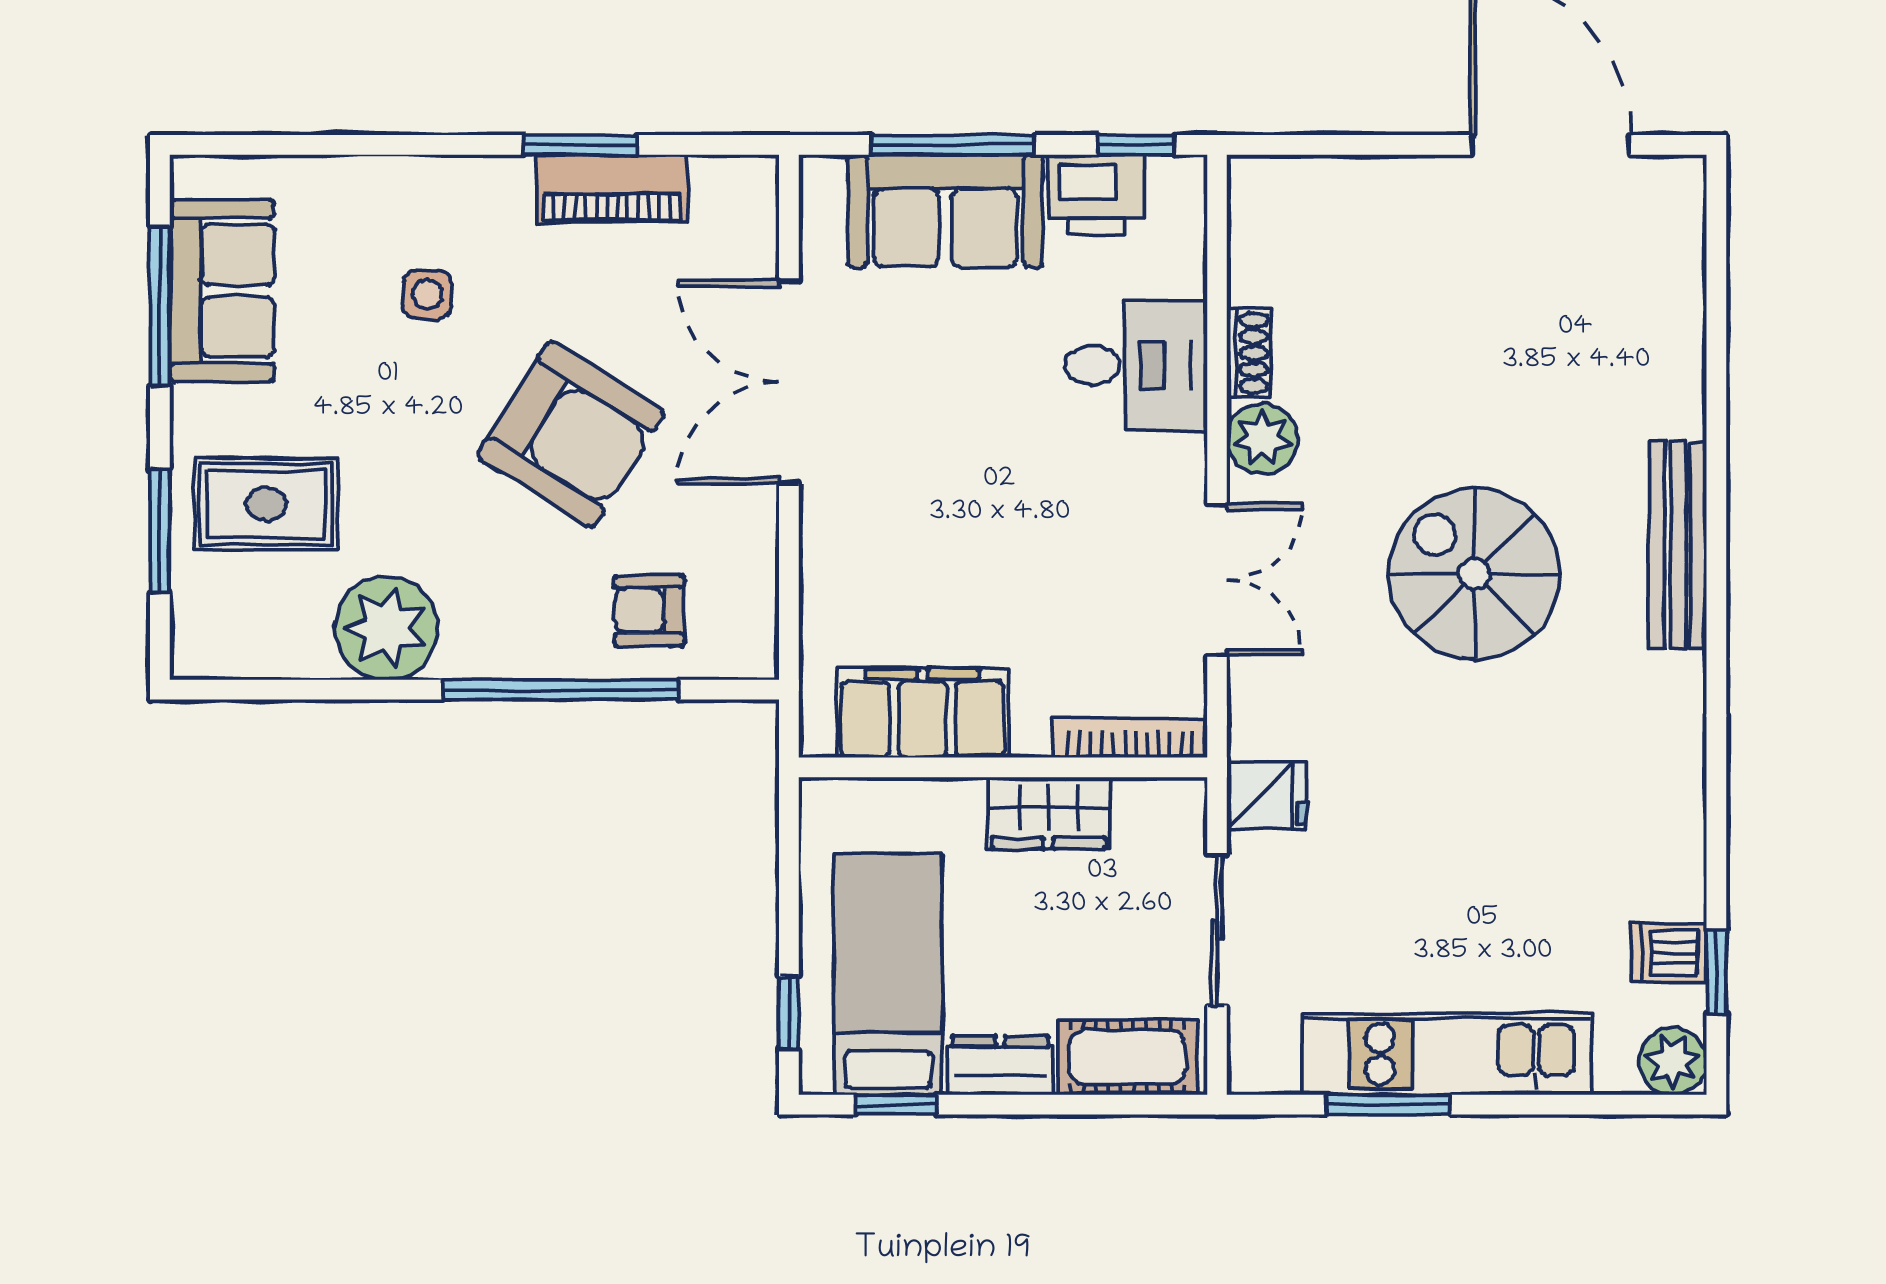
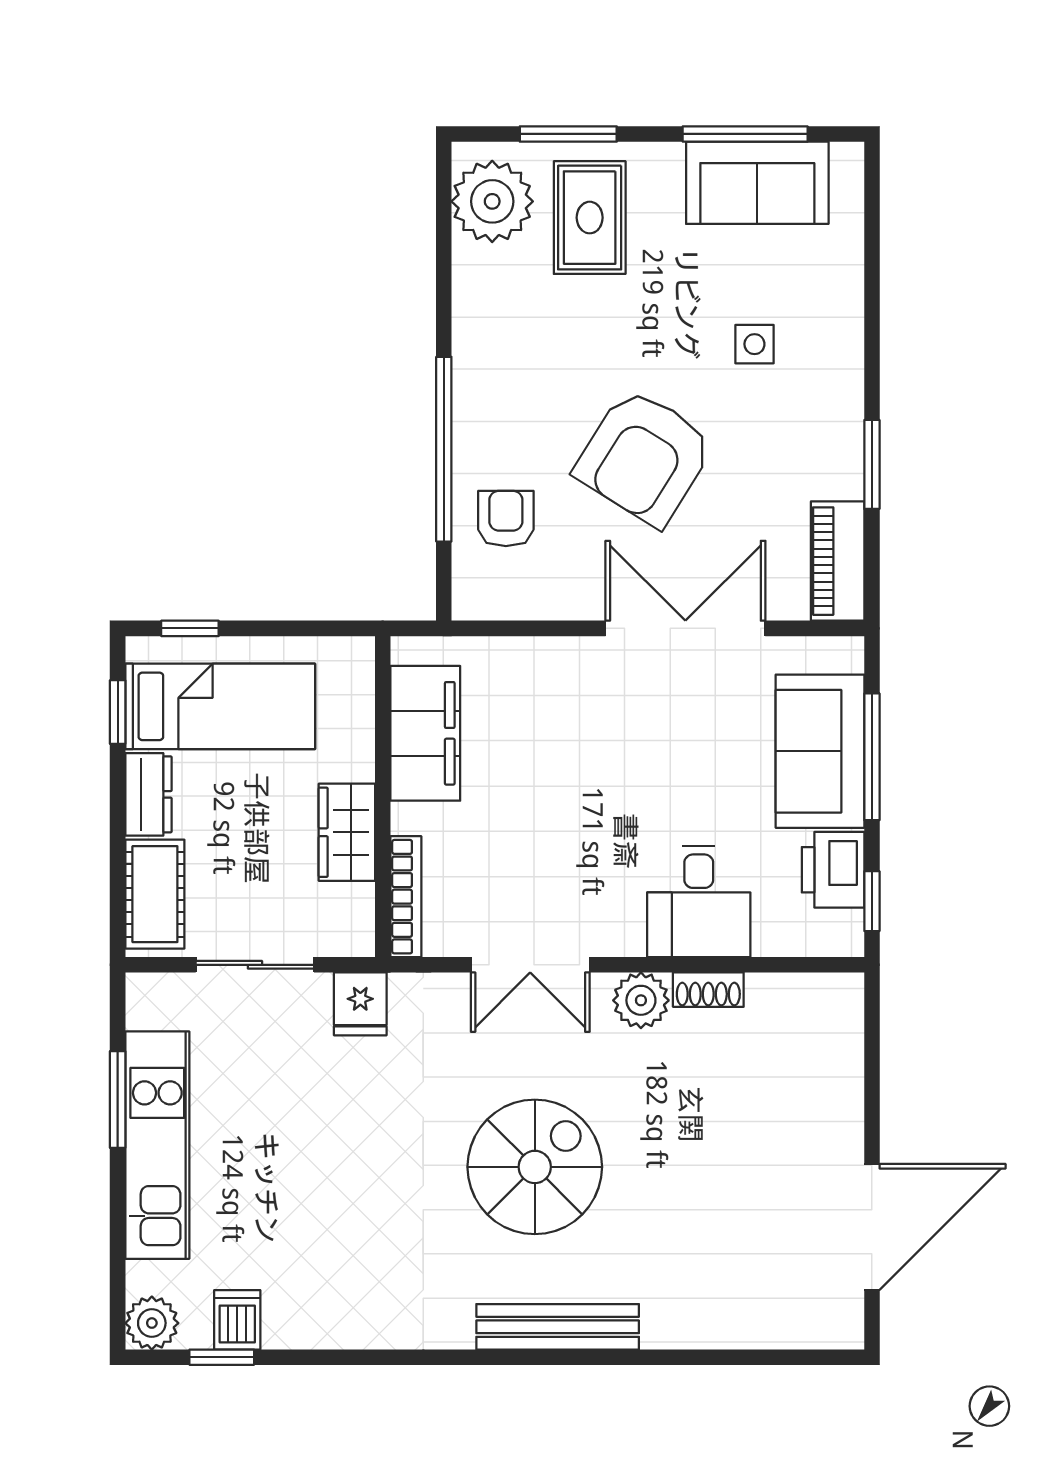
piano: (612, 189) -> (838, 561), moved
plant: (386, 628) -> (492, 201), moved

